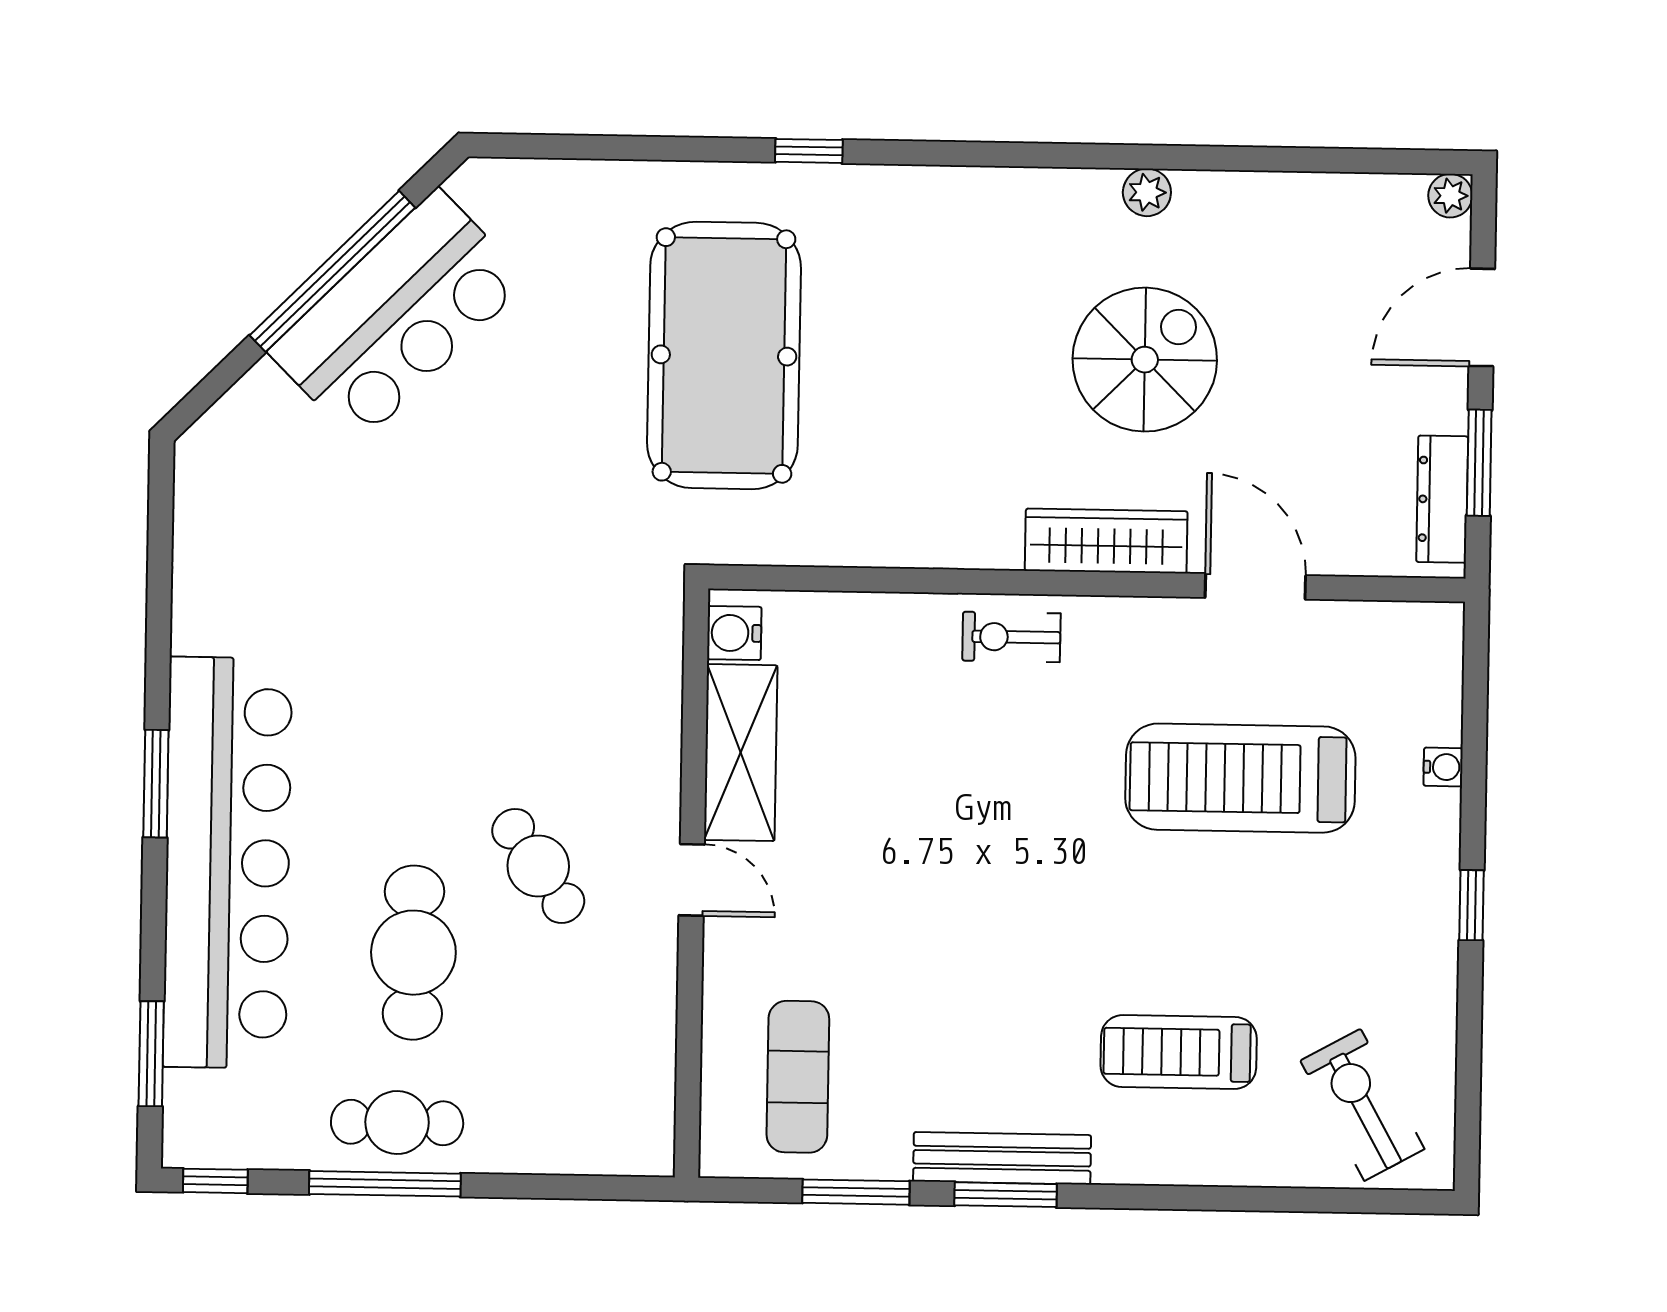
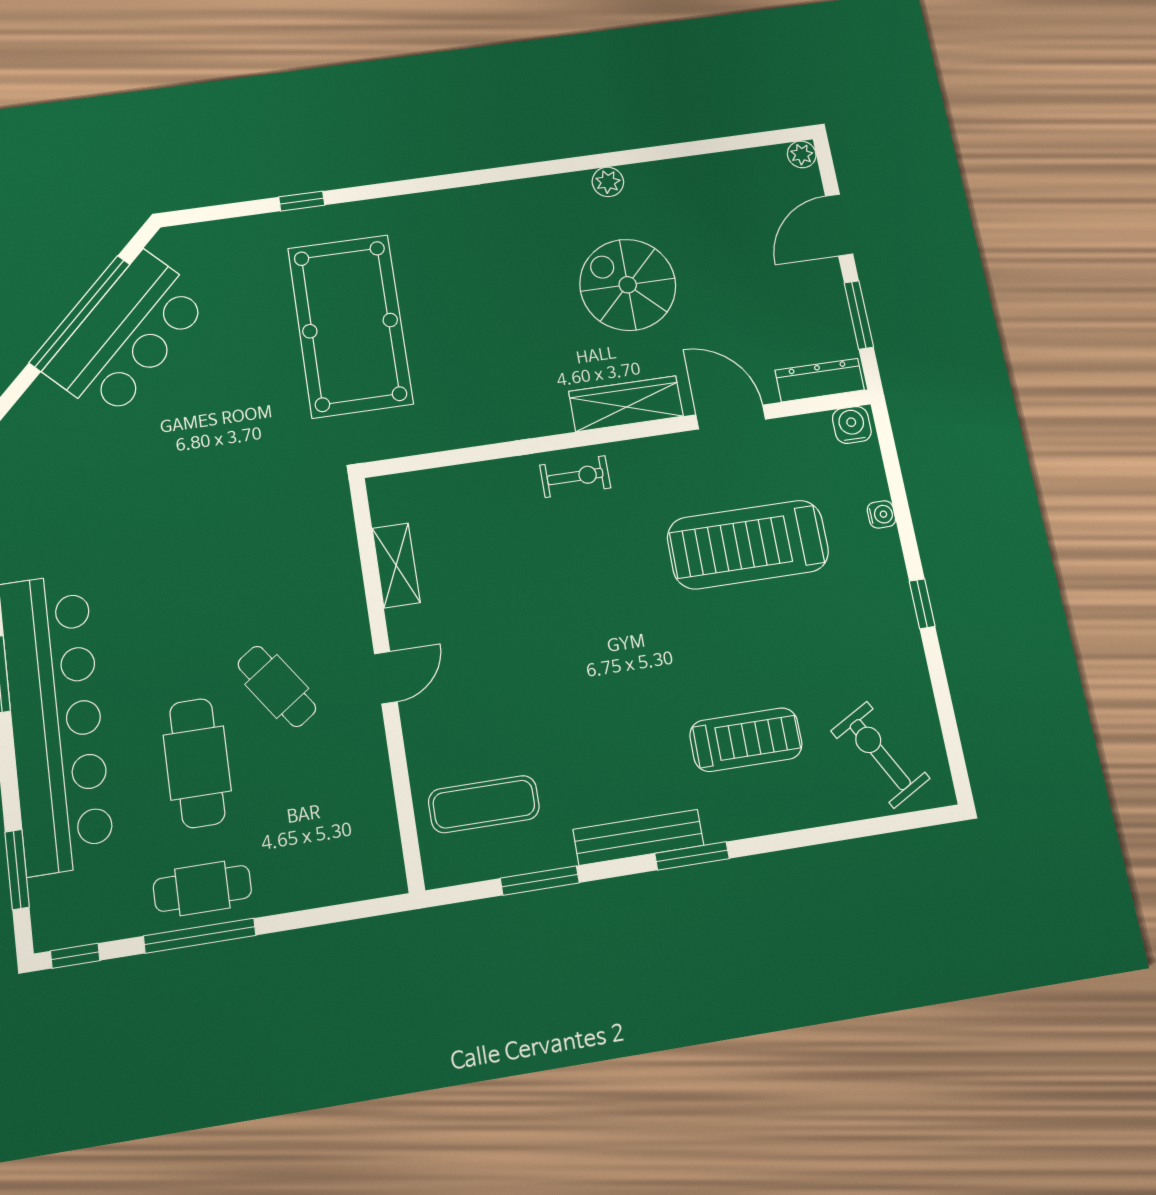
window: (809, 151) -> (302, 201), moved
spiral stairs: (1145, 360) -> (628, 285), turned -90
dresser: (1442, 499) -> (820, 380), moved, turned 90
water cooler: (734, 633) -> (852, 425), moved, turned 90
exercise bike: (1011, 637) -> (575, 477), turned 180
shelving: (741, 753) -> (396, 565), width x0.67, depth x0.75
door: (692, 880) -> (386, 678), hinge flipped
treadmill: (1179, 1052) -> (746, 740), turned 180
exercise mat: (798, 1077) -> (484, 804), turned 90
window: (1006, 1195) -> (692, 856), moved

